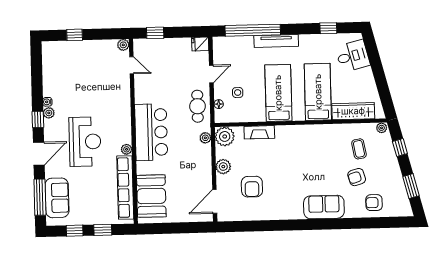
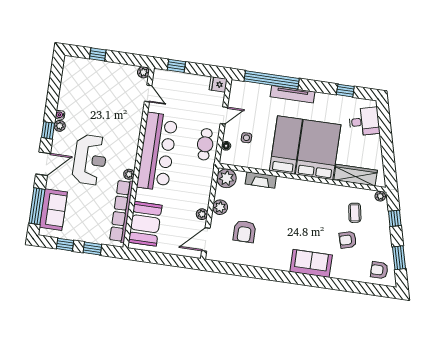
bed: (318, 92) -> (318, 150), width x1.50
bar counter: (151, 132) -> (157, 152), width x1.36
plant: (205, 138) -> (202, 214), moved
armchair: (374, 203) -> (379, 270), moved

